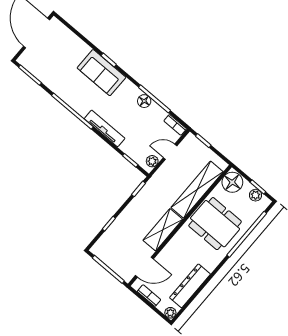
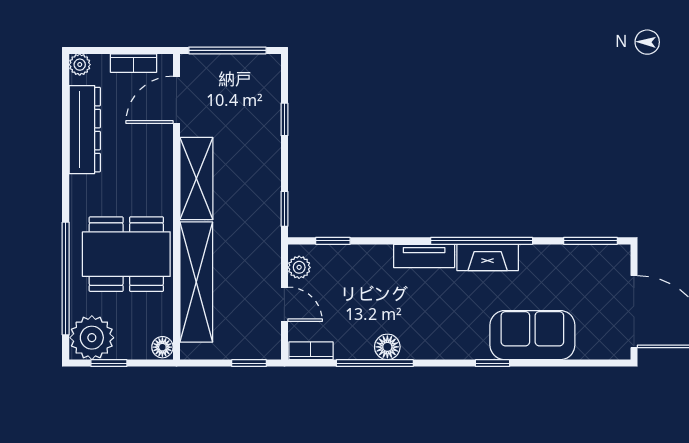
sofa: (101, 73) -> (532, 335), moved
fireplace: (76, 103) -> (488, 257), added
tv unit: (105, 128) -> (424, 256), width x0.71
door: (170, 152) -> (284, 304), hinge flipped
floor lamp: (232, 182) -> (162, 347), width x0.53, depth x0.53
plant: (256, 195) -> (92, 338), width x1.88, depth x1.88

